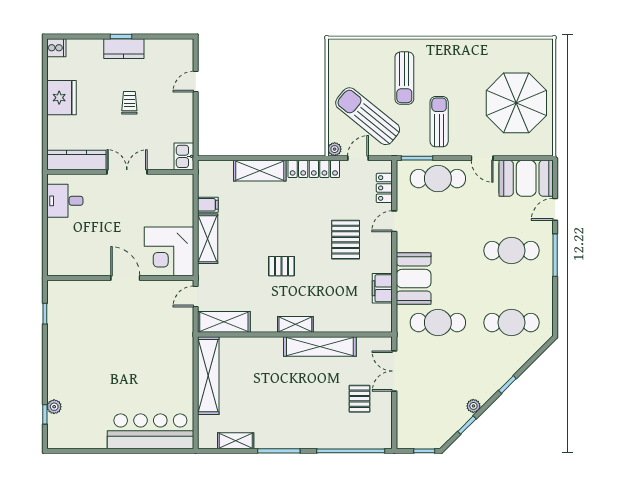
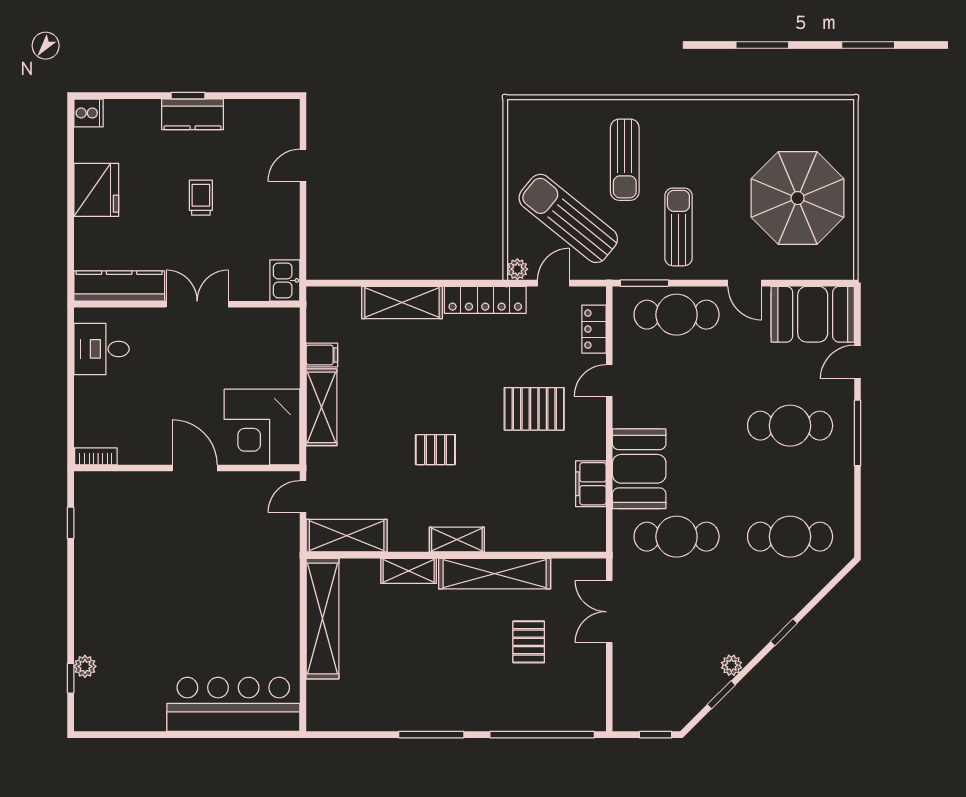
pallet: (346, 240) -> (534, 409), turned 90
bookcase: (61, 270) -> (96, 456), added
pallet: (360, 399) -> (529, 642), moved
shelving: (236, 441) -> (409, 571), moved

